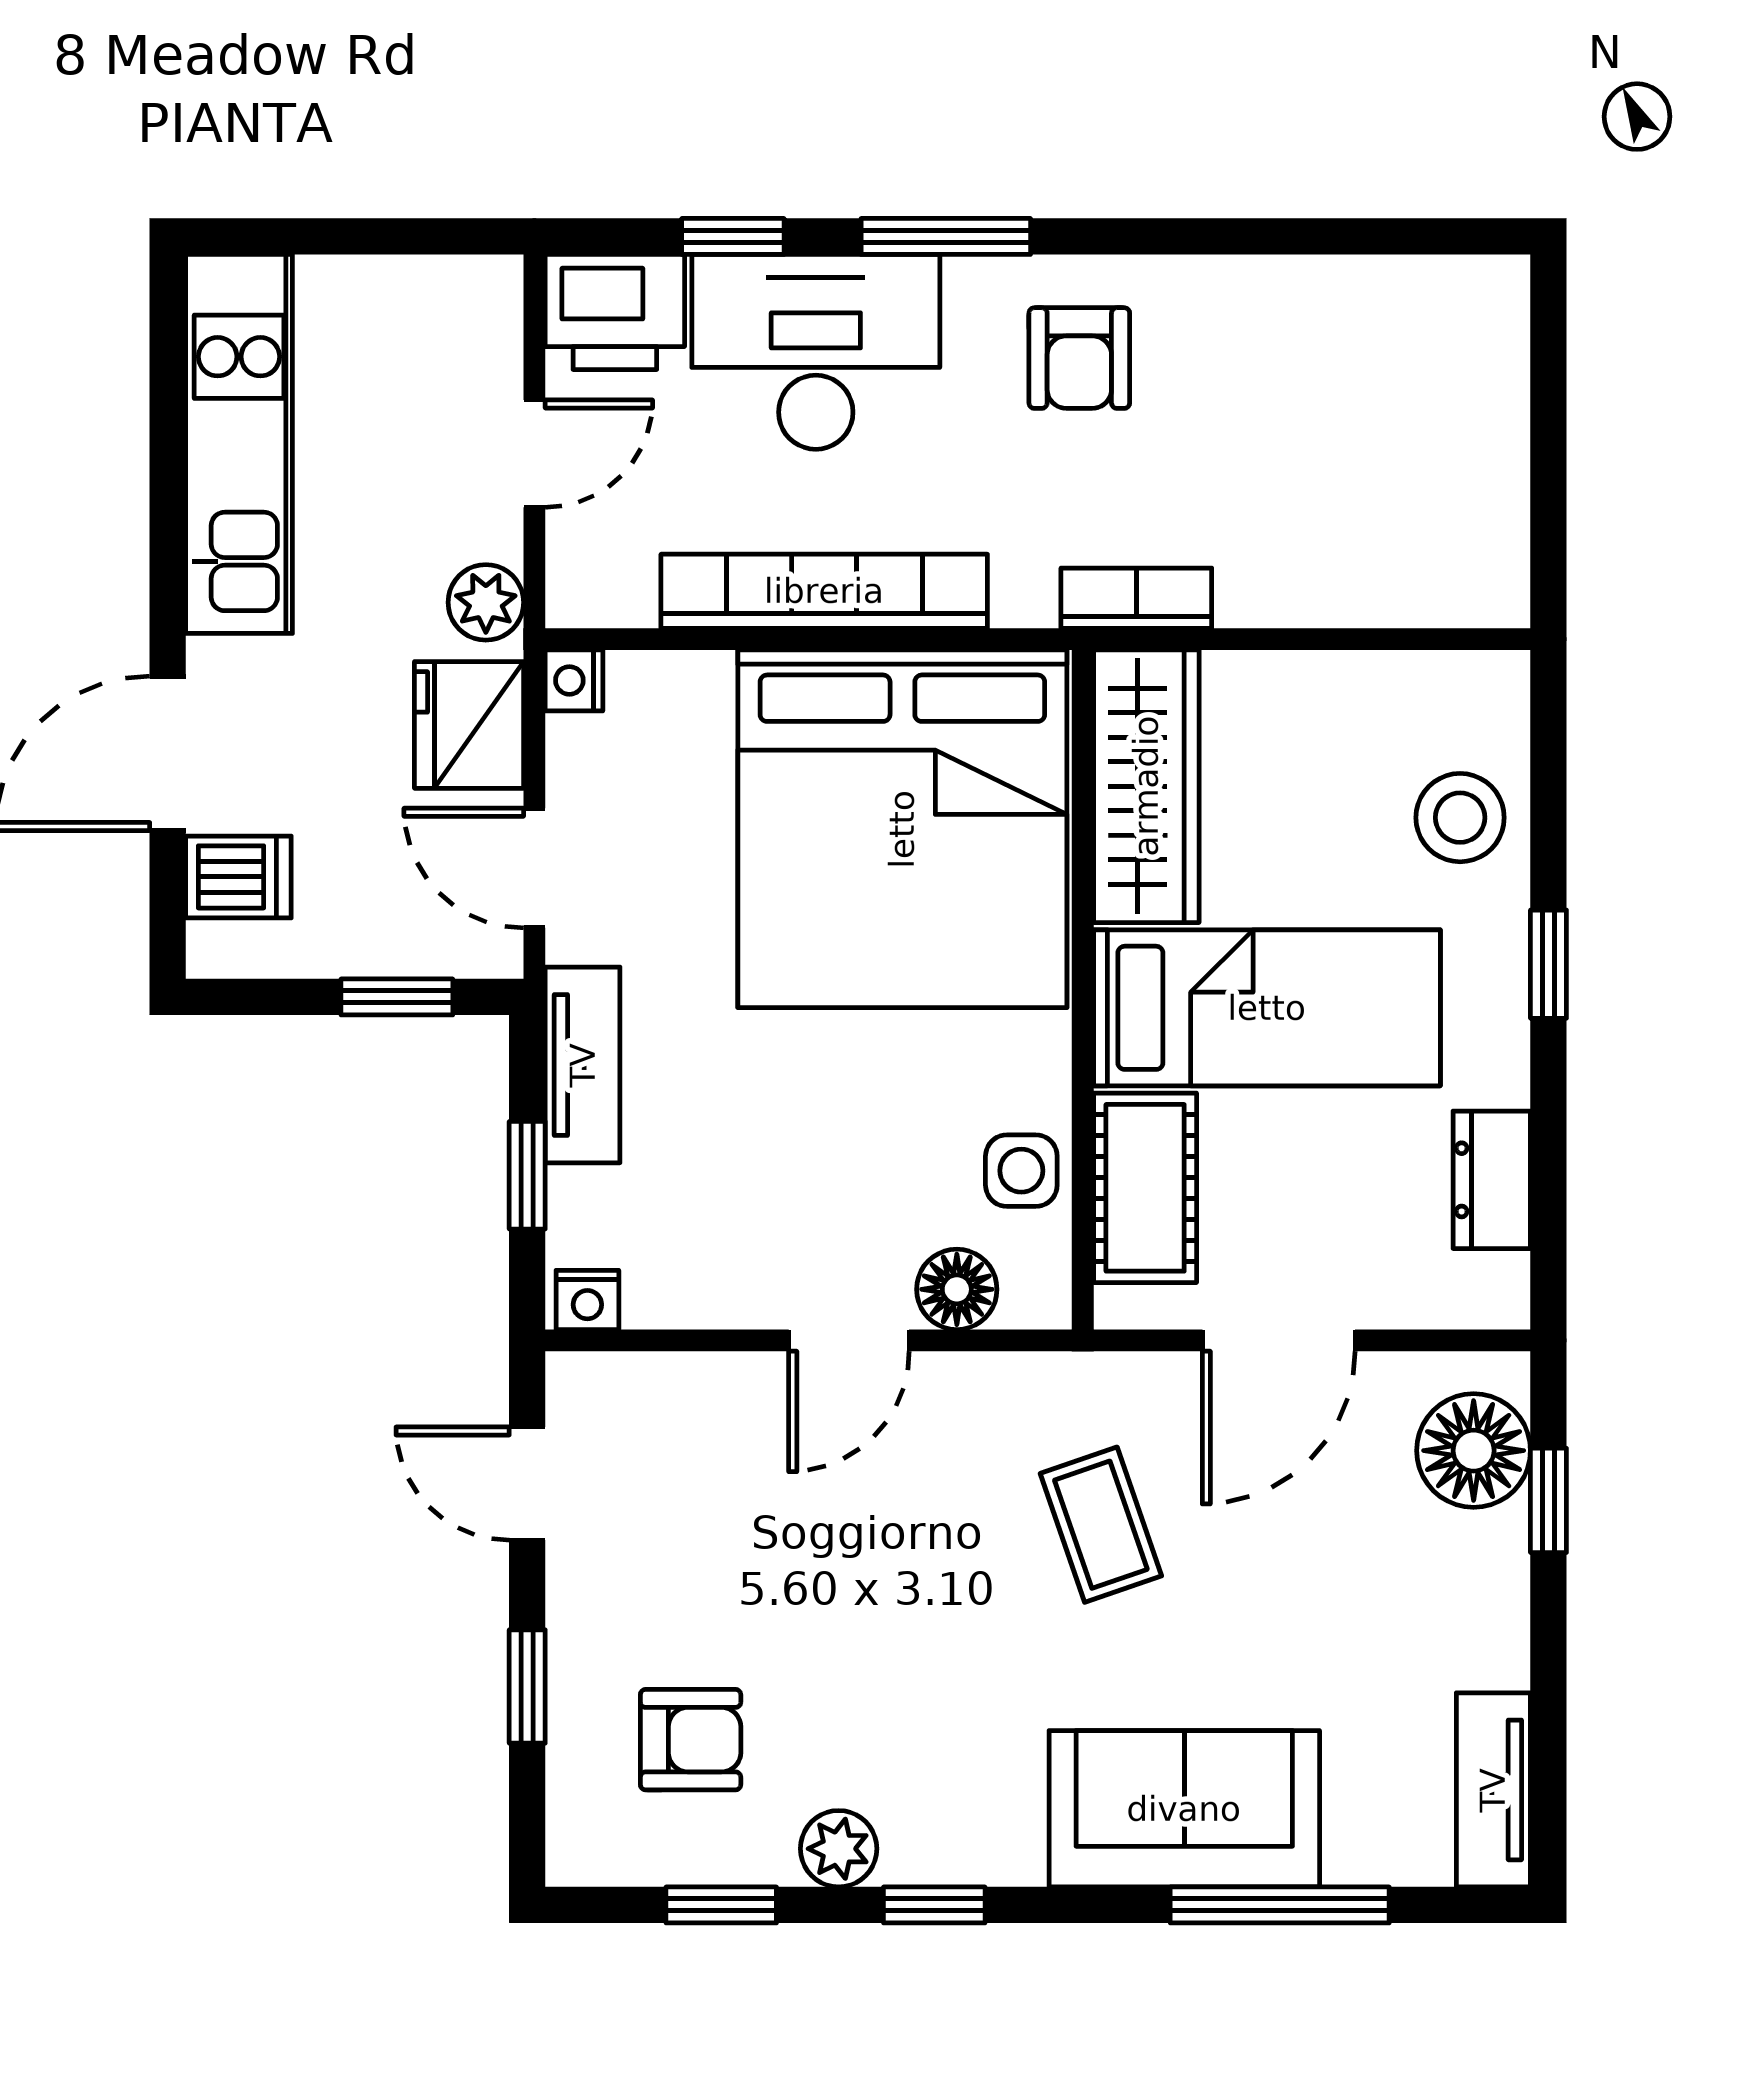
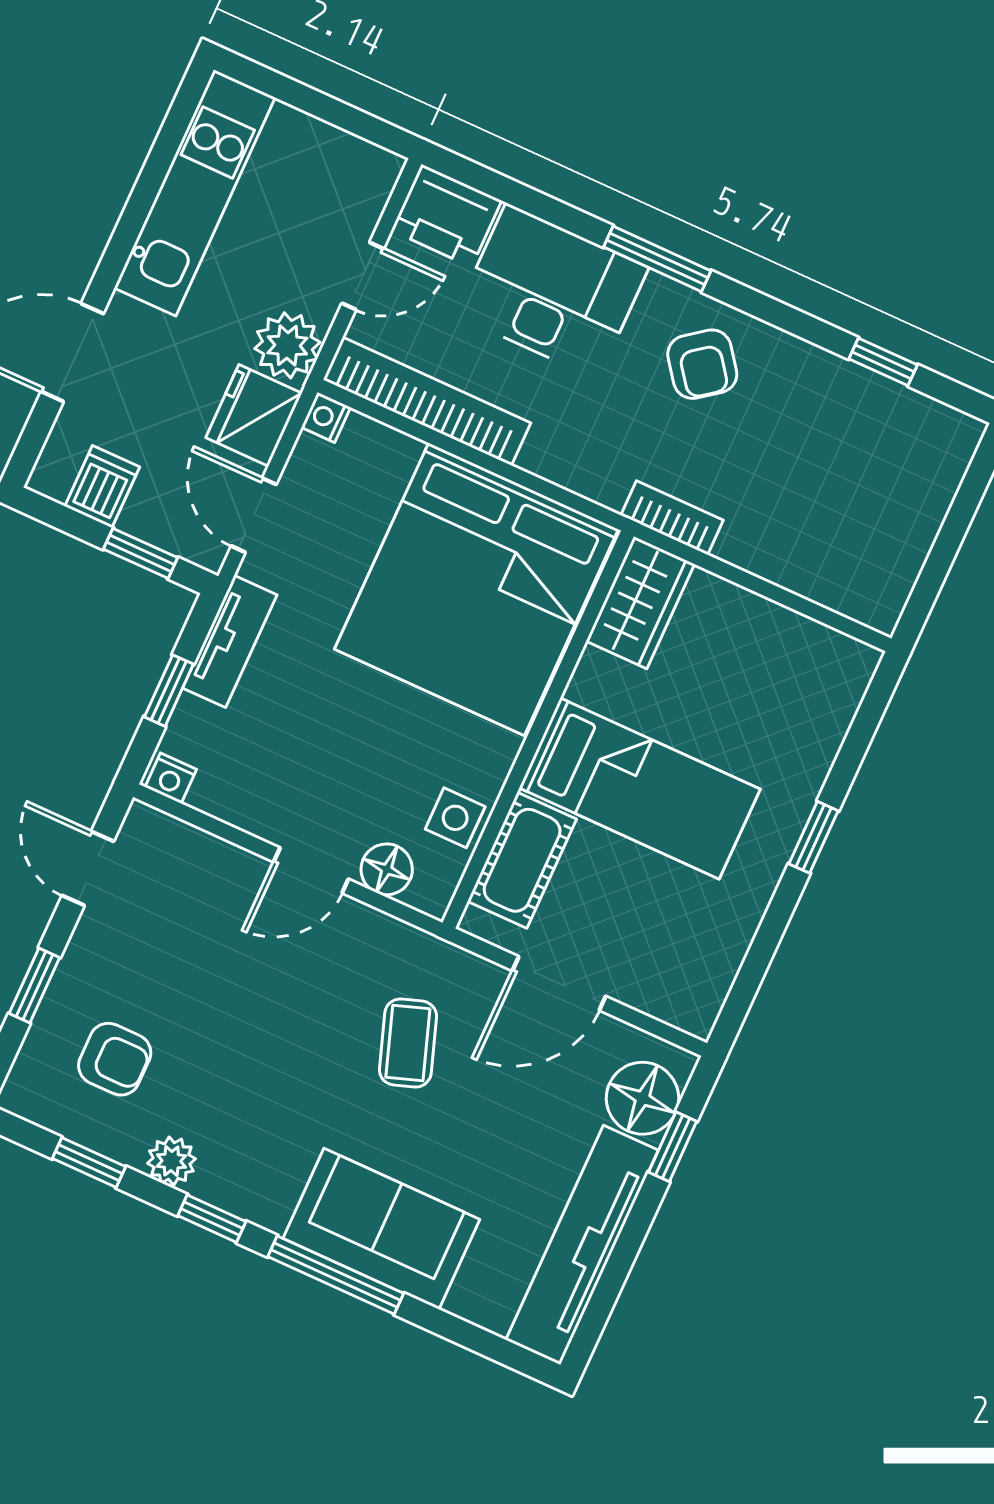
window: (733, 236) -> (883, 362), moved
armchair: (1079, 358) -> (702, 364), turned -37
bookcase: (824, 591) -> (427, 401), moved
plant: (486, 602) -> (287, 345), width x1.38, depth x1.38
wardrobe: (1146, 786) -> (640, 603), width x0.67
stool: (1460, 818) -> (801, 729), removed
dishwasher: (238, 877) -> (102, 487), moved, turned -90
dresser: (1492, 1180) -> (724, 947), removed
tv unit: (1493, 1790) -> (582, 1245), width x1.92, depth x1.29
window: (1280, 1905) -> (336, 1275), moved

